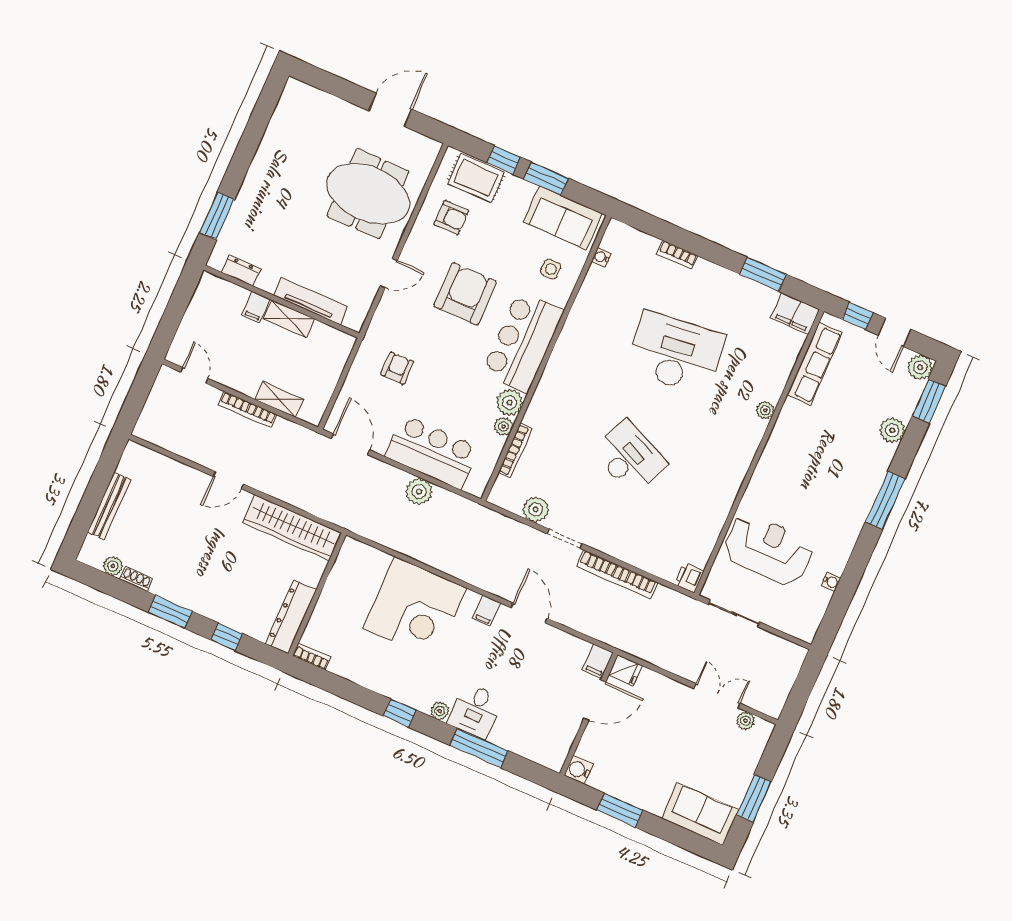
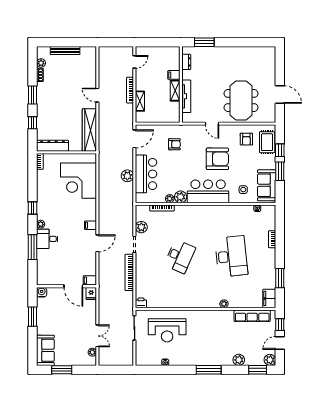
reception desk: (768, 549) -> (167, 330), turned 90
corner desk: (415, 608) -> (78, 181), moved

